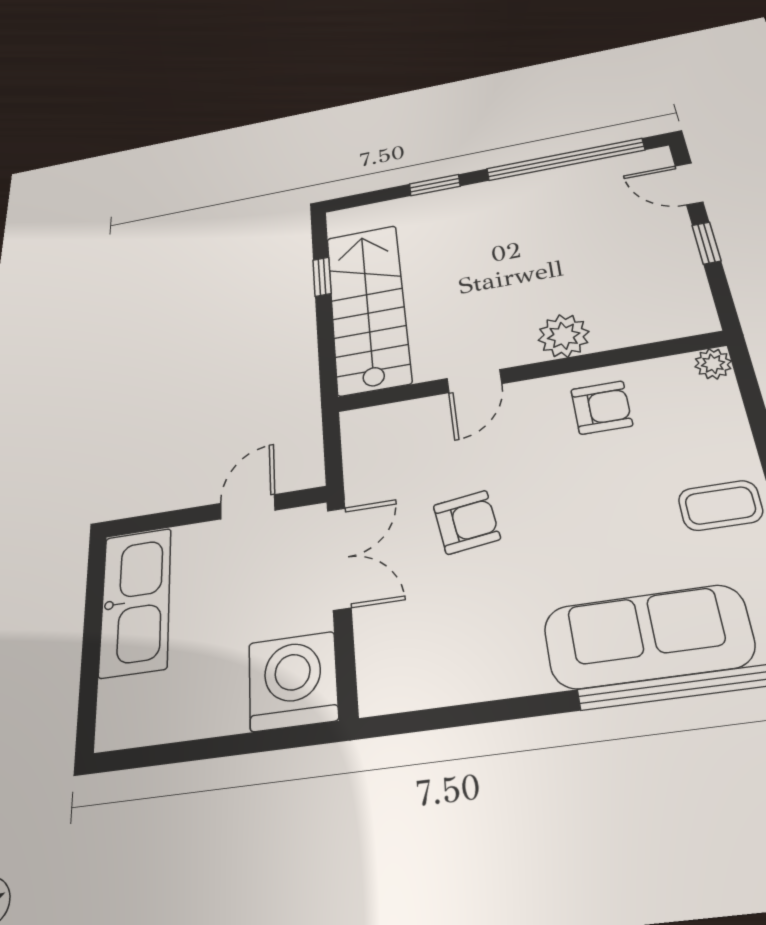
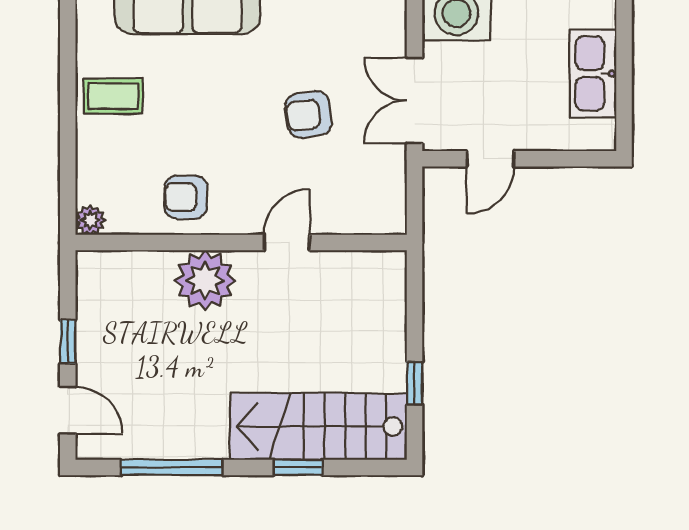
window: (565, 159) -> (172, 467), width x0.68
stairs: (368, 308) -> (319, 426), moved, turned 90
plant: (564, 336) -> (205, 280), width x1.36, depth x1.36
kitchen sink: (136, 602) -> (593, 74), width x0.73, depth x0.81

